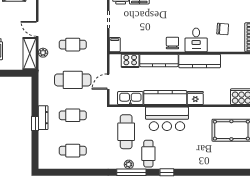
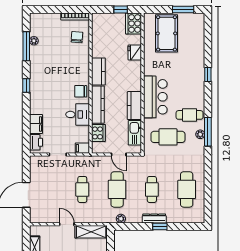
door: (37, 29) -> (67, 224), swing flipped
chair: (223, 29) -> (77, 37), moved
desk: (196, 40) -> (78, 114), moved
plant: (43, 53) -> (121, 219), moved
kitchen counter: (200, 61) -> (98, 71), width x0.67
kitchen counter: (165, 98) -> (134, 106), width x0.67
fridge: (195, 98) -> (135, 53), moved
cafe table: (73, 151) -> (187, 189), width x1.37, depth x1.35
window: (167, 172) -> (208, 75), moved

